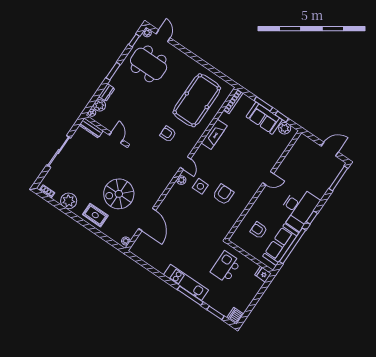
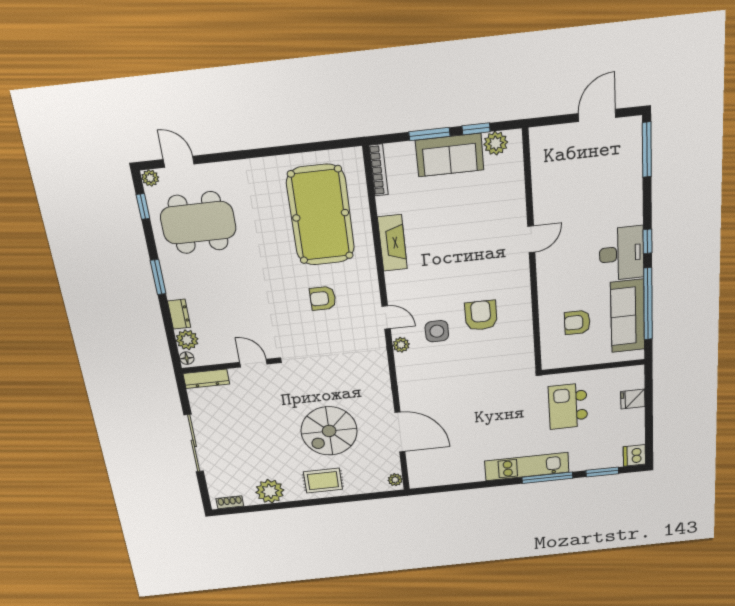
desk: (298, 208) -> (622, 254), width x0.73, depth x0.77
fridge: (263, 274) -> (633, 399), moved

